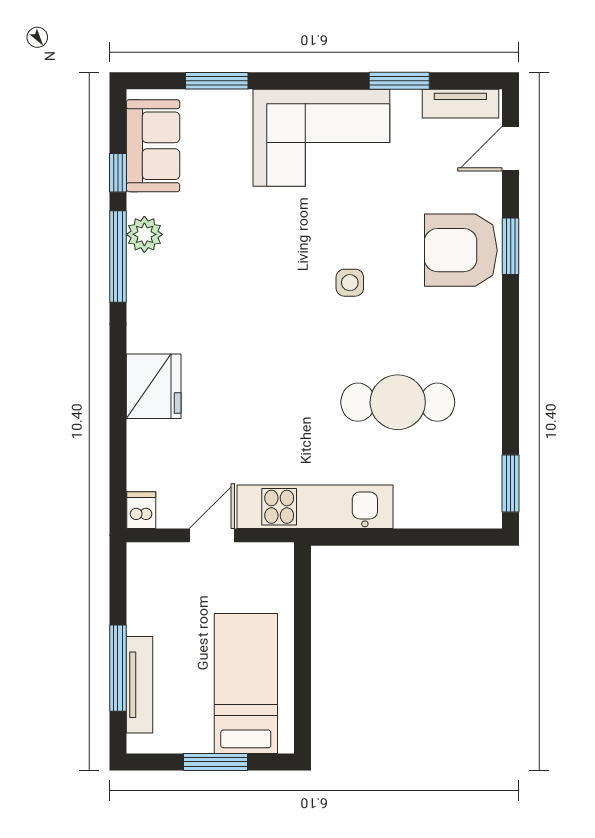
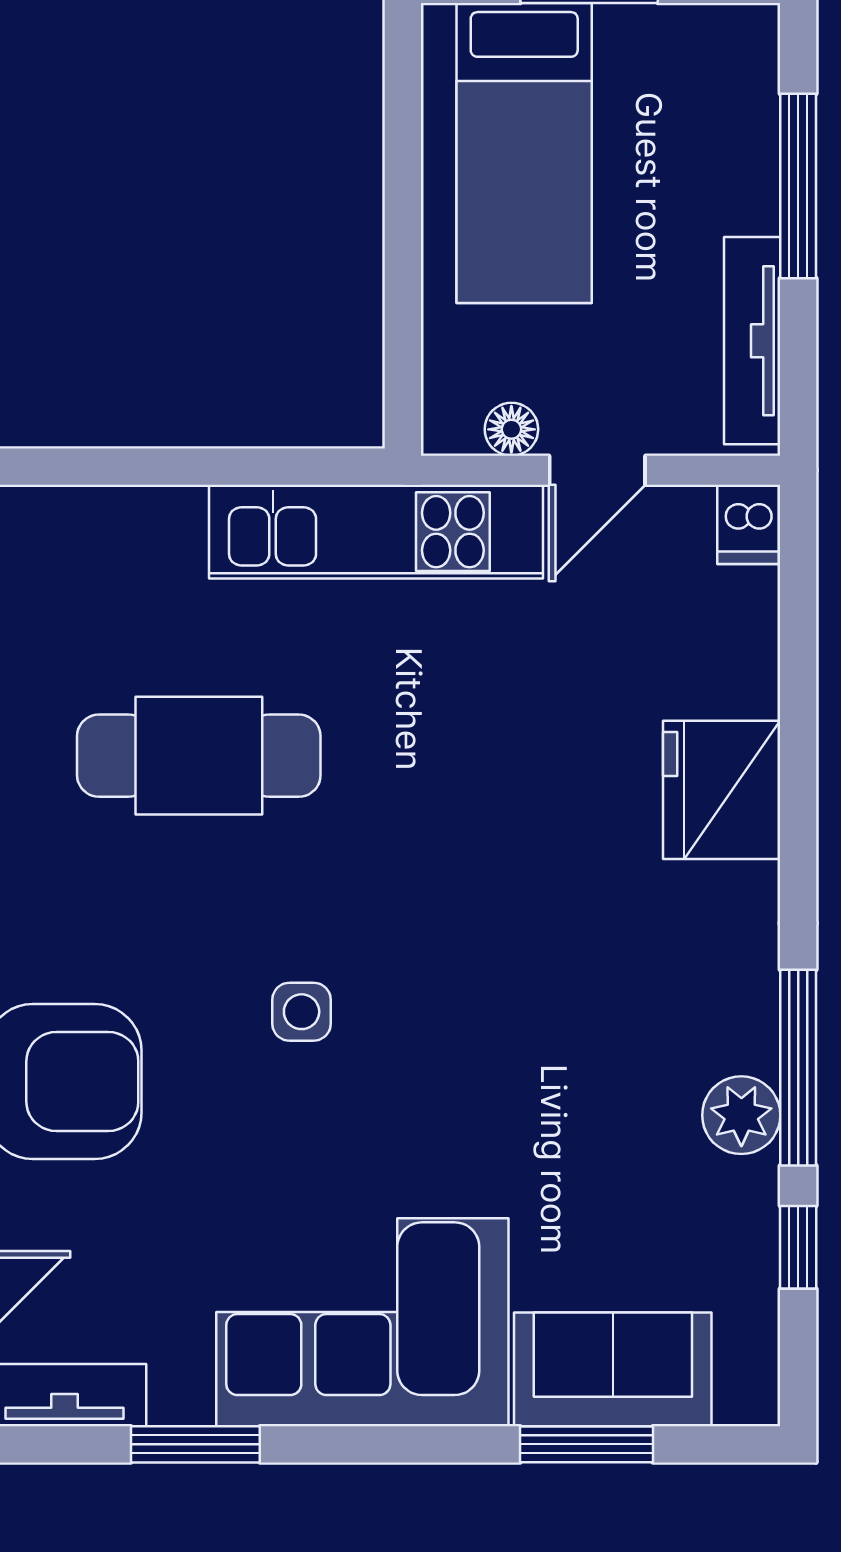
sofa: (153, 146) -> (613, 1369), moved, turned 90
floor lamp: (252, 555) -> (511, 429), added
tv unit: (139, 685) -> (752, 341), moved

